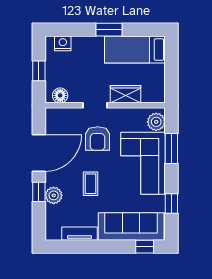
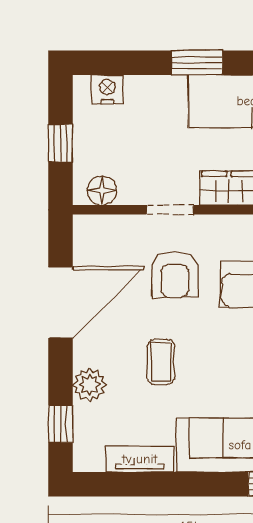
window: (39, 192) -> (61, 424), moved

